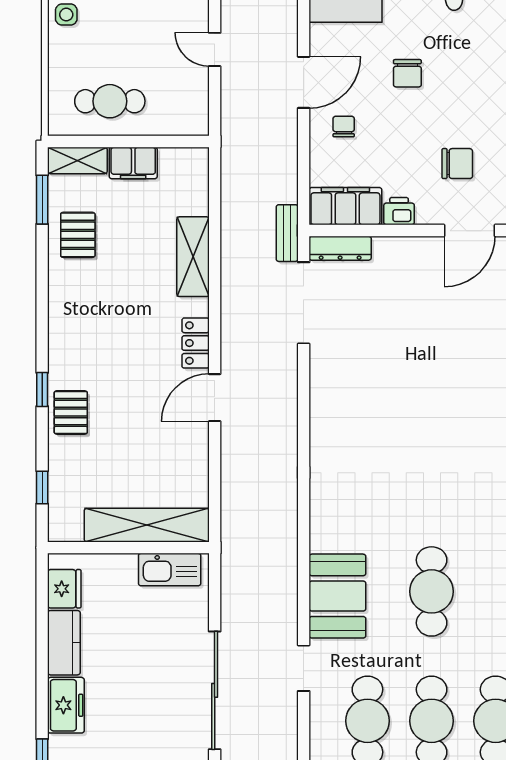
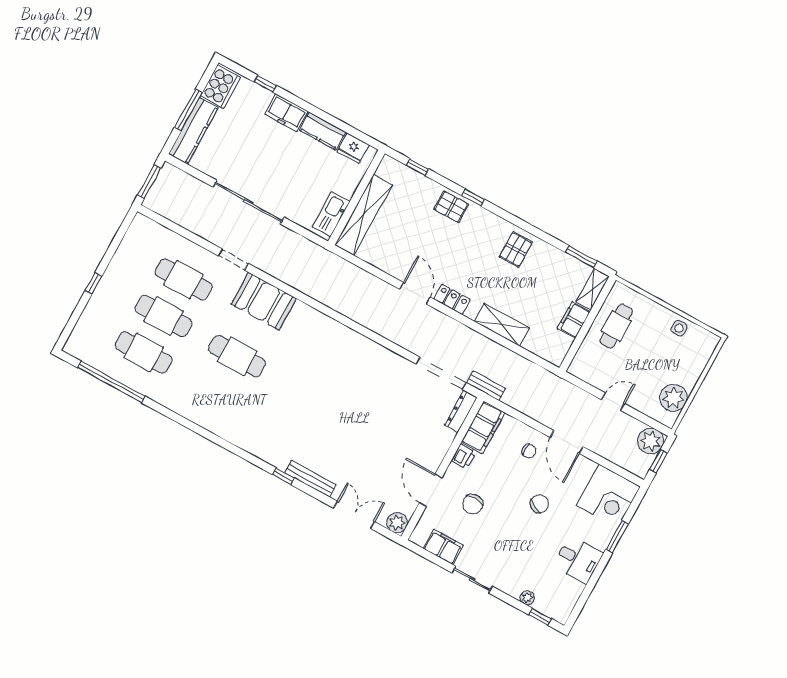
chair: (407, 73) -> (539, 504), turned 119
pallet: (78, 235) -> (516, 249), moved, turned 90

